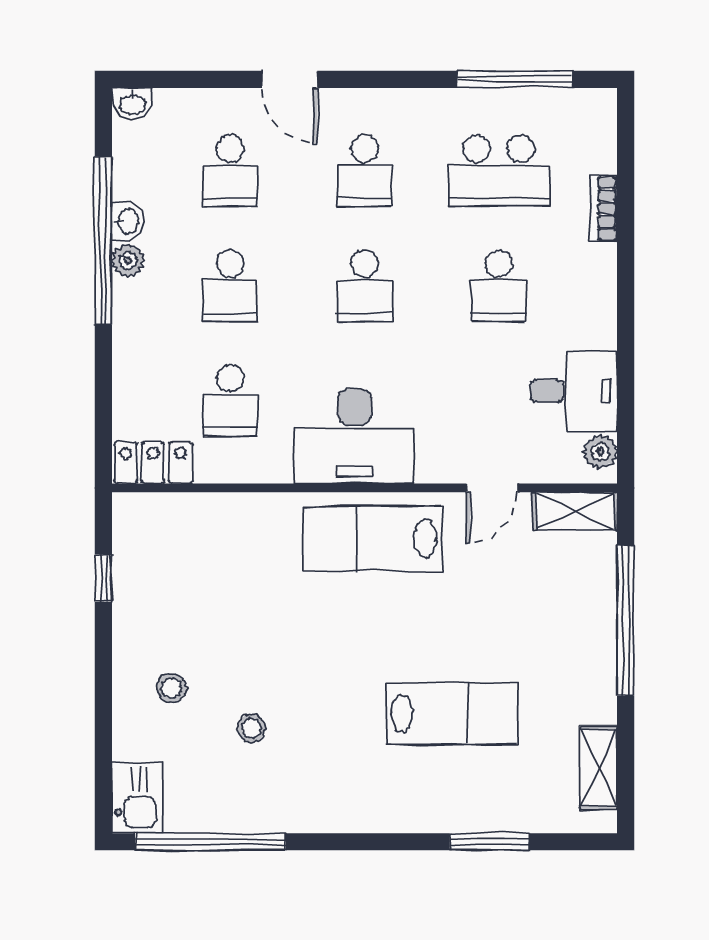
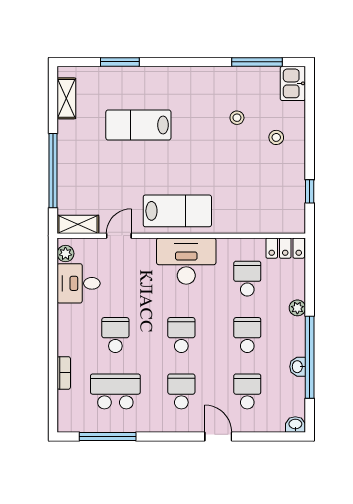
plant: (128, 261) -> (297, 308), moved
window: (210, 842) -> (257, 62), width x0.68

